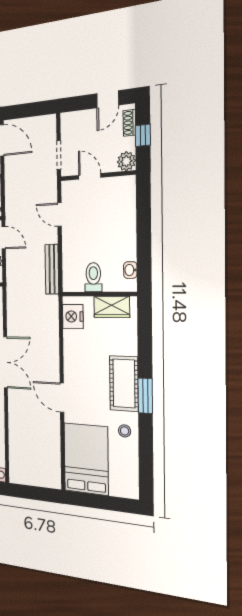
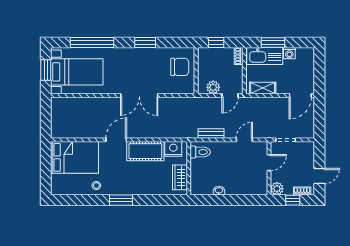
door: (108, 99) -> (319, 176), swing flipped
bench: (52, 269) -> (211, 133), width x0.73
washbasin: (130, 270) -> (219, 191), moved
toilet: (93, 277) -> (200, 152), moved
cot: (124, 383) -> (145, 151), moved

